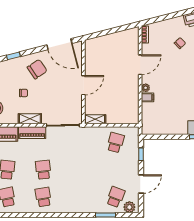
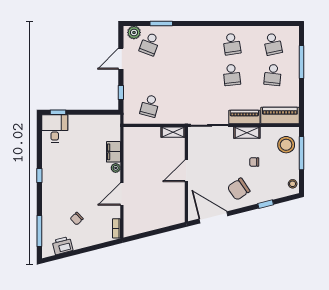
filing cabinet: (148, 97) -> (113, 152), width x2.00

